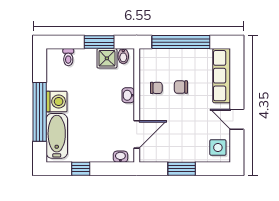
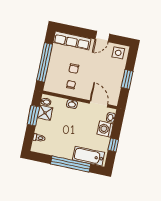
washing machine: (57, 102) -> (105, 129), moved, turned -90

